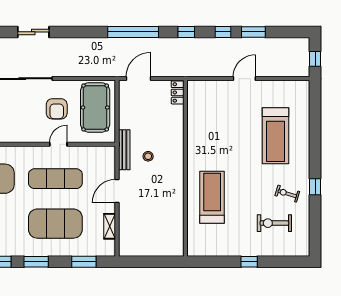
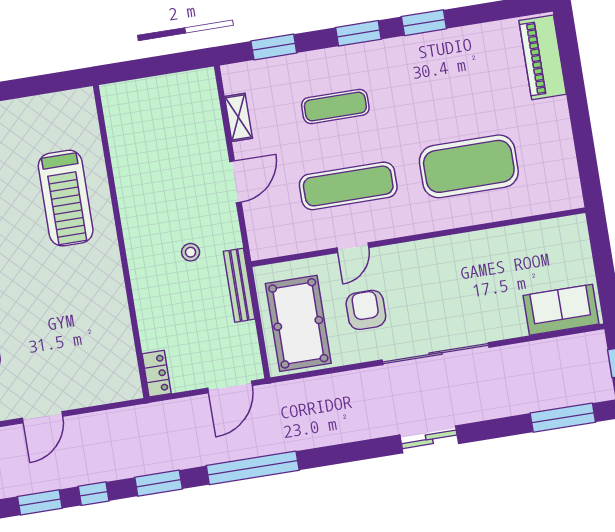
window: (186, 32) -> (159, 483), width x1.50
bench: (124, 150) -> (239, 285), moved
exercise mat: (55, 224) -> (335, 106), width x0.50, depth x0.69

